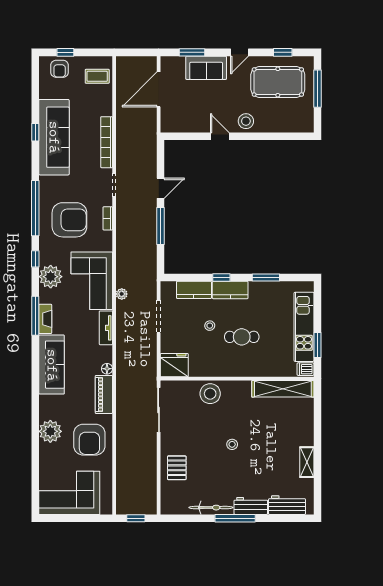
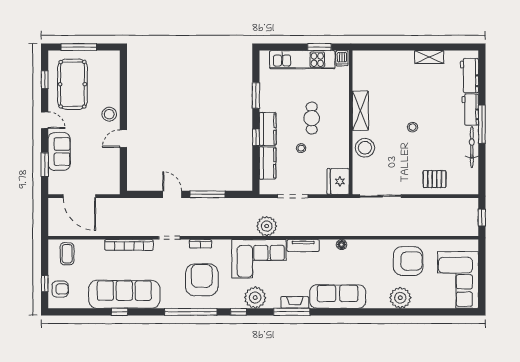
plant: (122, 294) -> (267, 226), width x1.88, depth x1.88
shelving: (283, 389) -> (360, 111), moved, width x0.68
piano: (104, 394) -> (366, 247), removed

